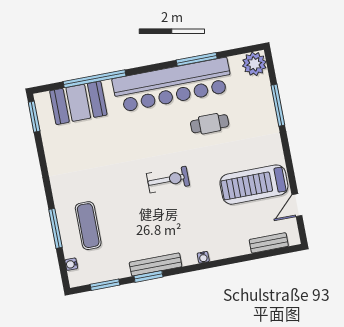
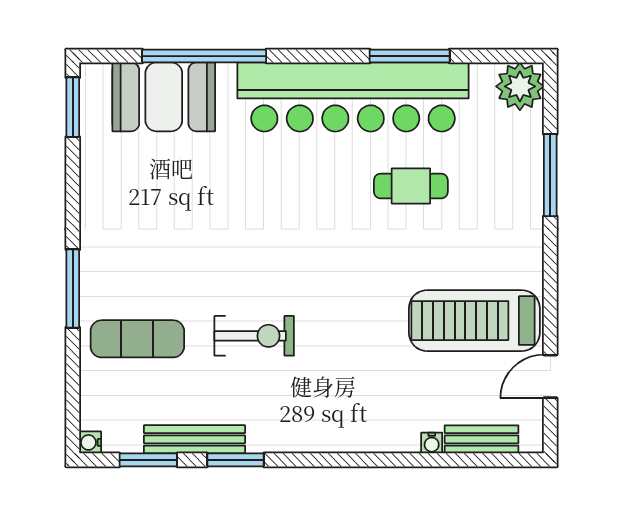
exercise bike: (168, 180) -> (254, 336), moved
exercise mat: (88, 226) -> (137, 339), turned 90
window: (55, 228) -> (73, 289), moved
water cooler: (203, 257) -> (432, 443), moved
water cooler: (71, 264) -> (90, 442), moved
bench: (156, 264) -> (195, 439), moved

